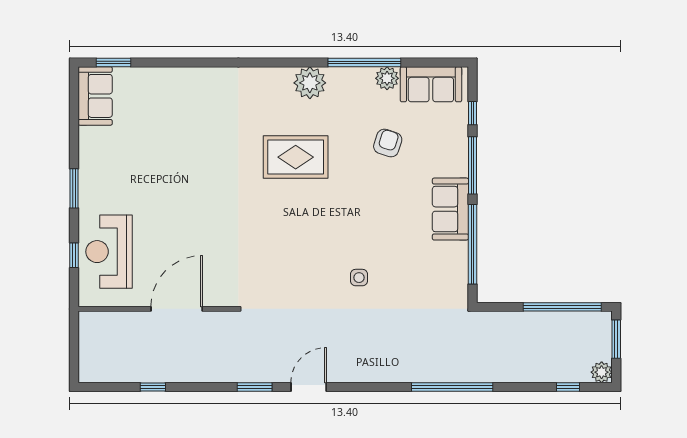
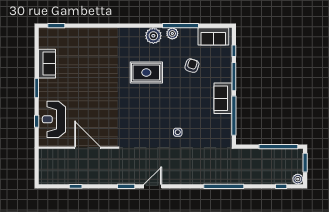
plant: (387, 78) -> (172, 33), moved
sofa: (95, 96) -> (47, 64), moved
door: (177, 309) -> (87, 148), hinge flipped

